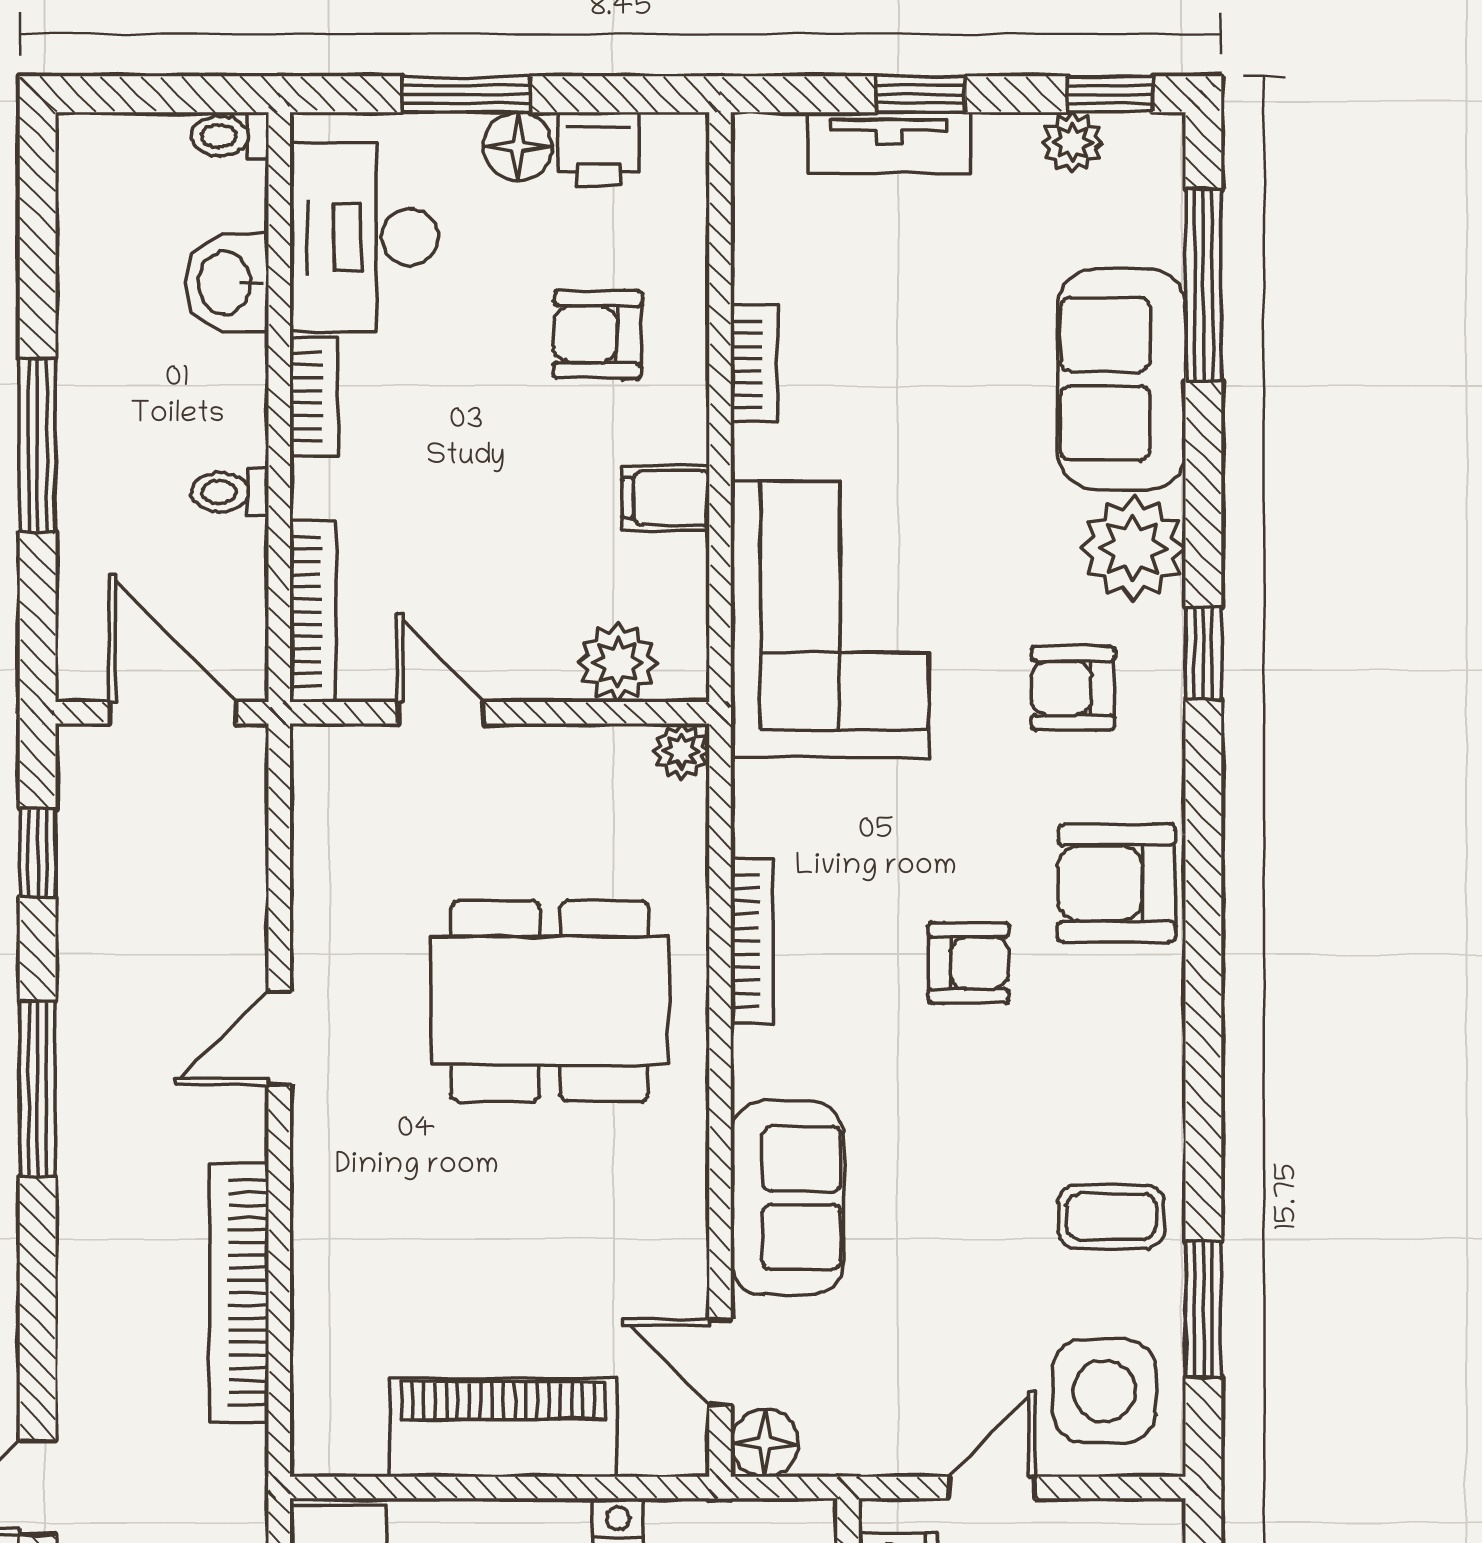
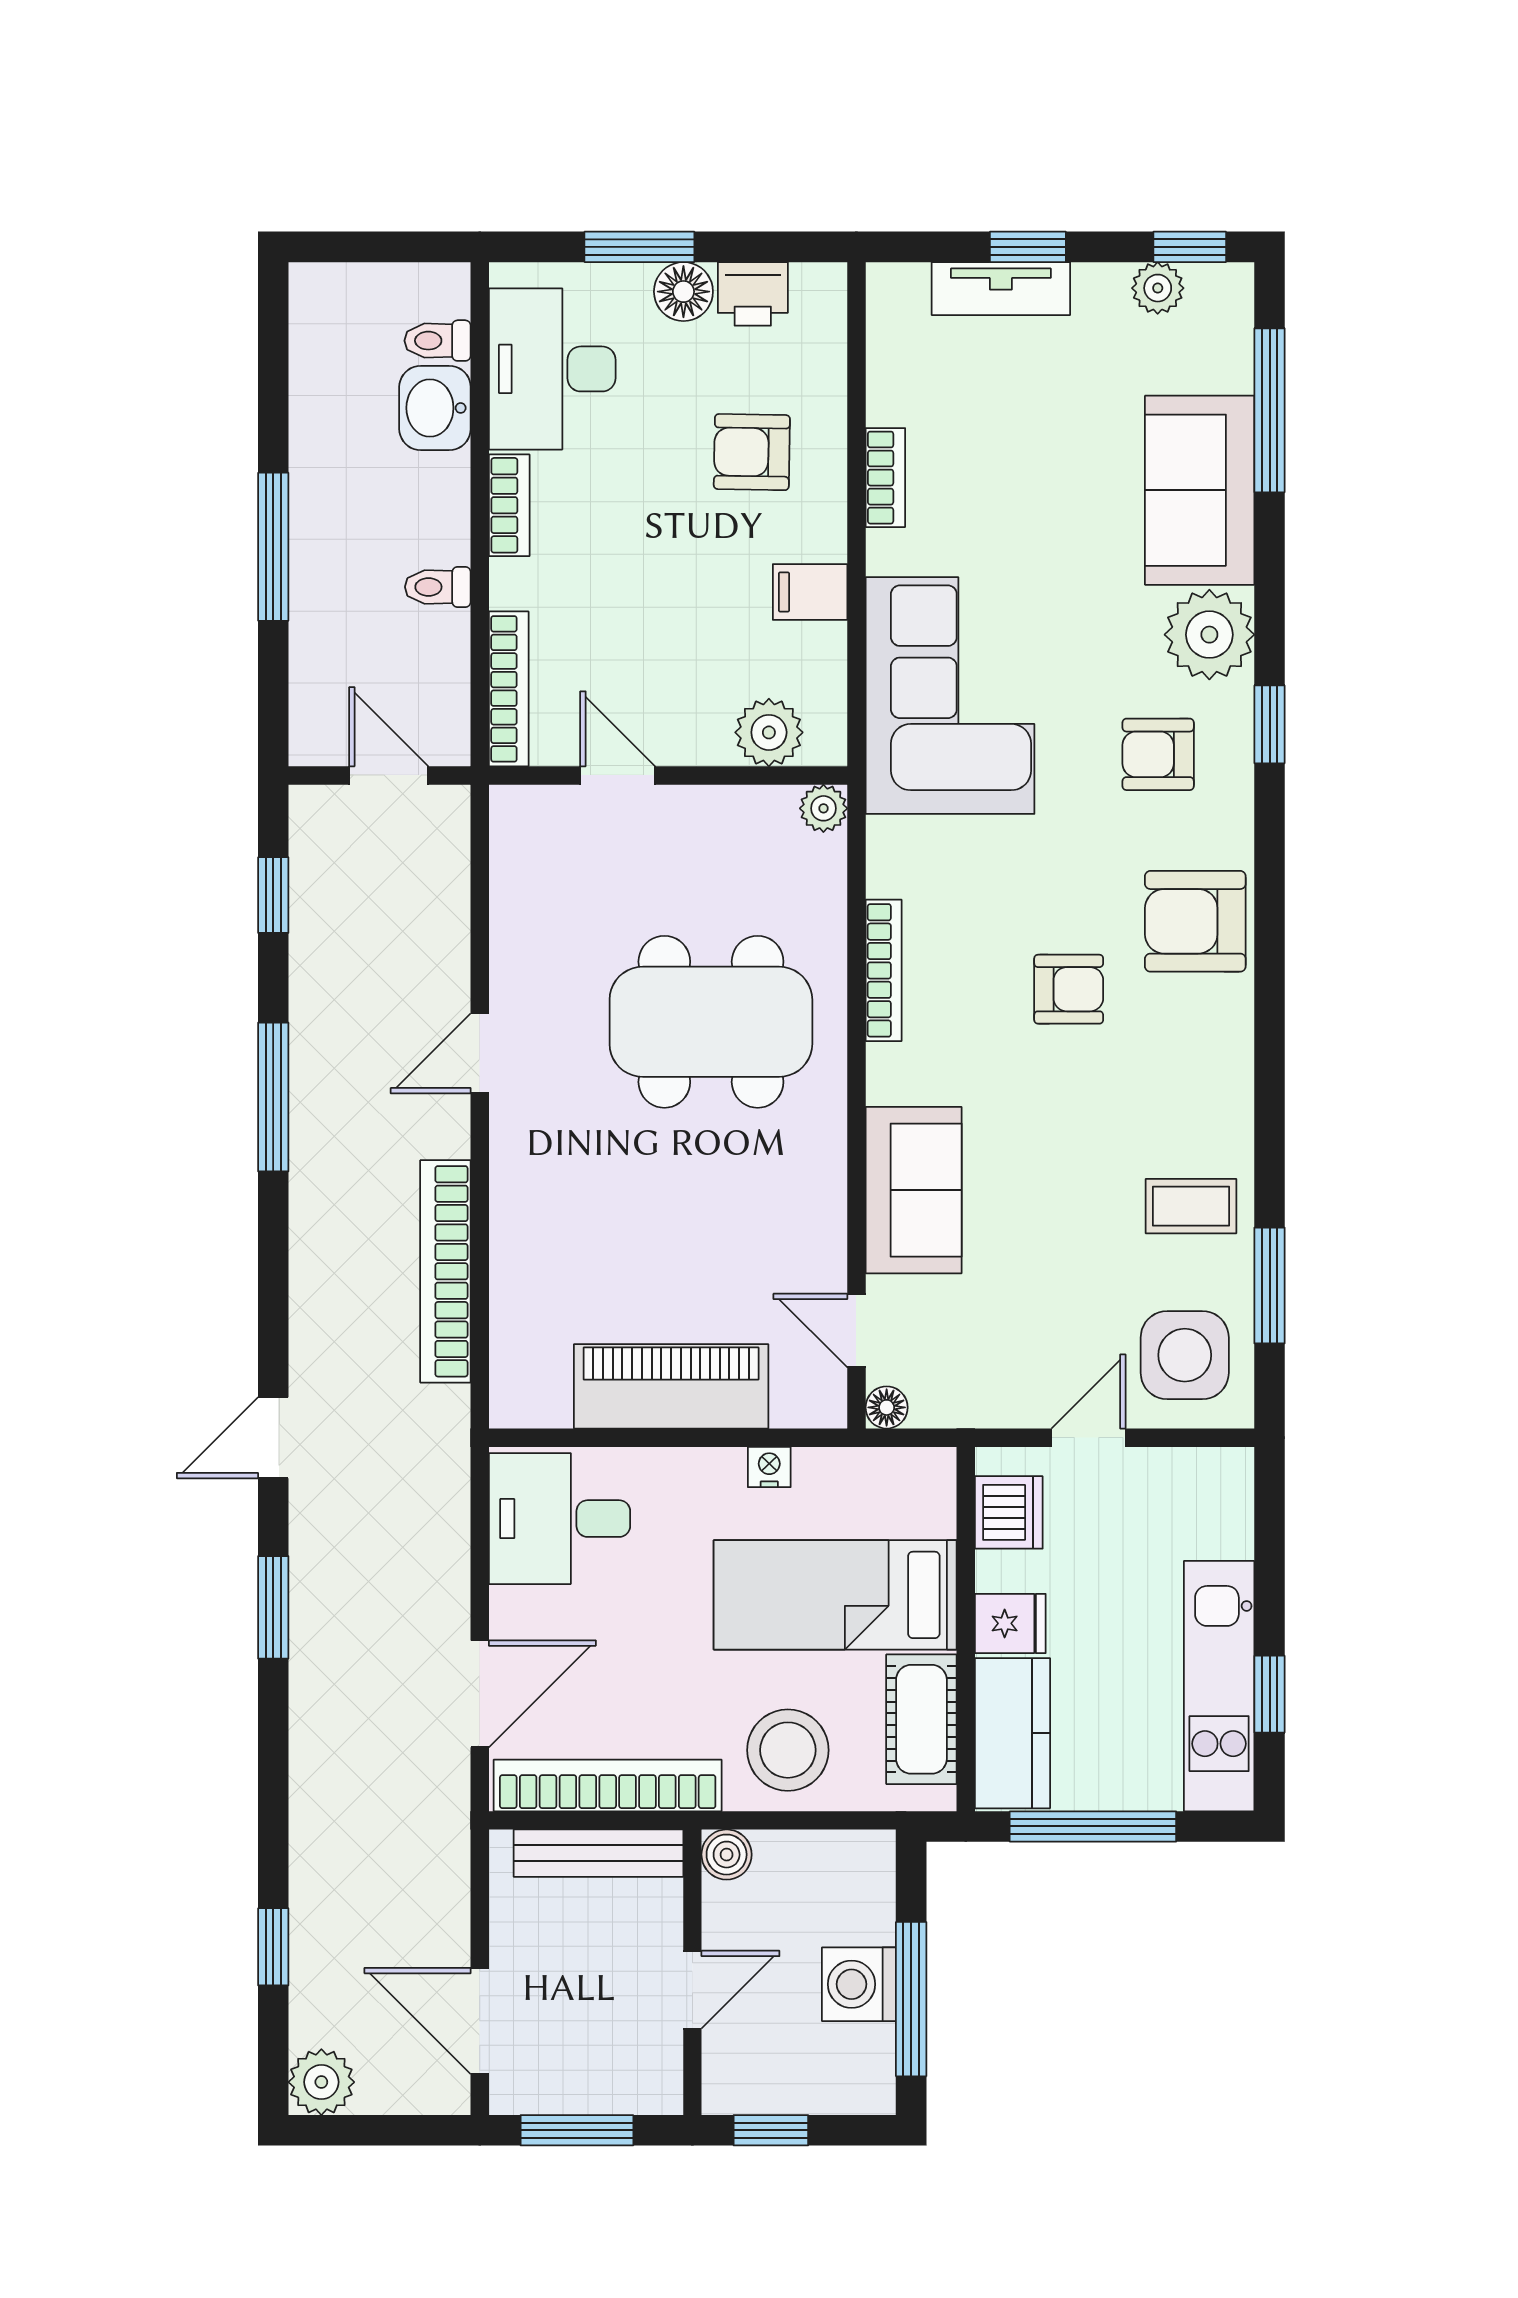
toilet: (230, 136) -> (438, 341), moved
door: (173, 713) -> (389, 775), width x0.73
floor lamp: (765, 1443) -> (887, 1407), width x0.73, depth x0.73

